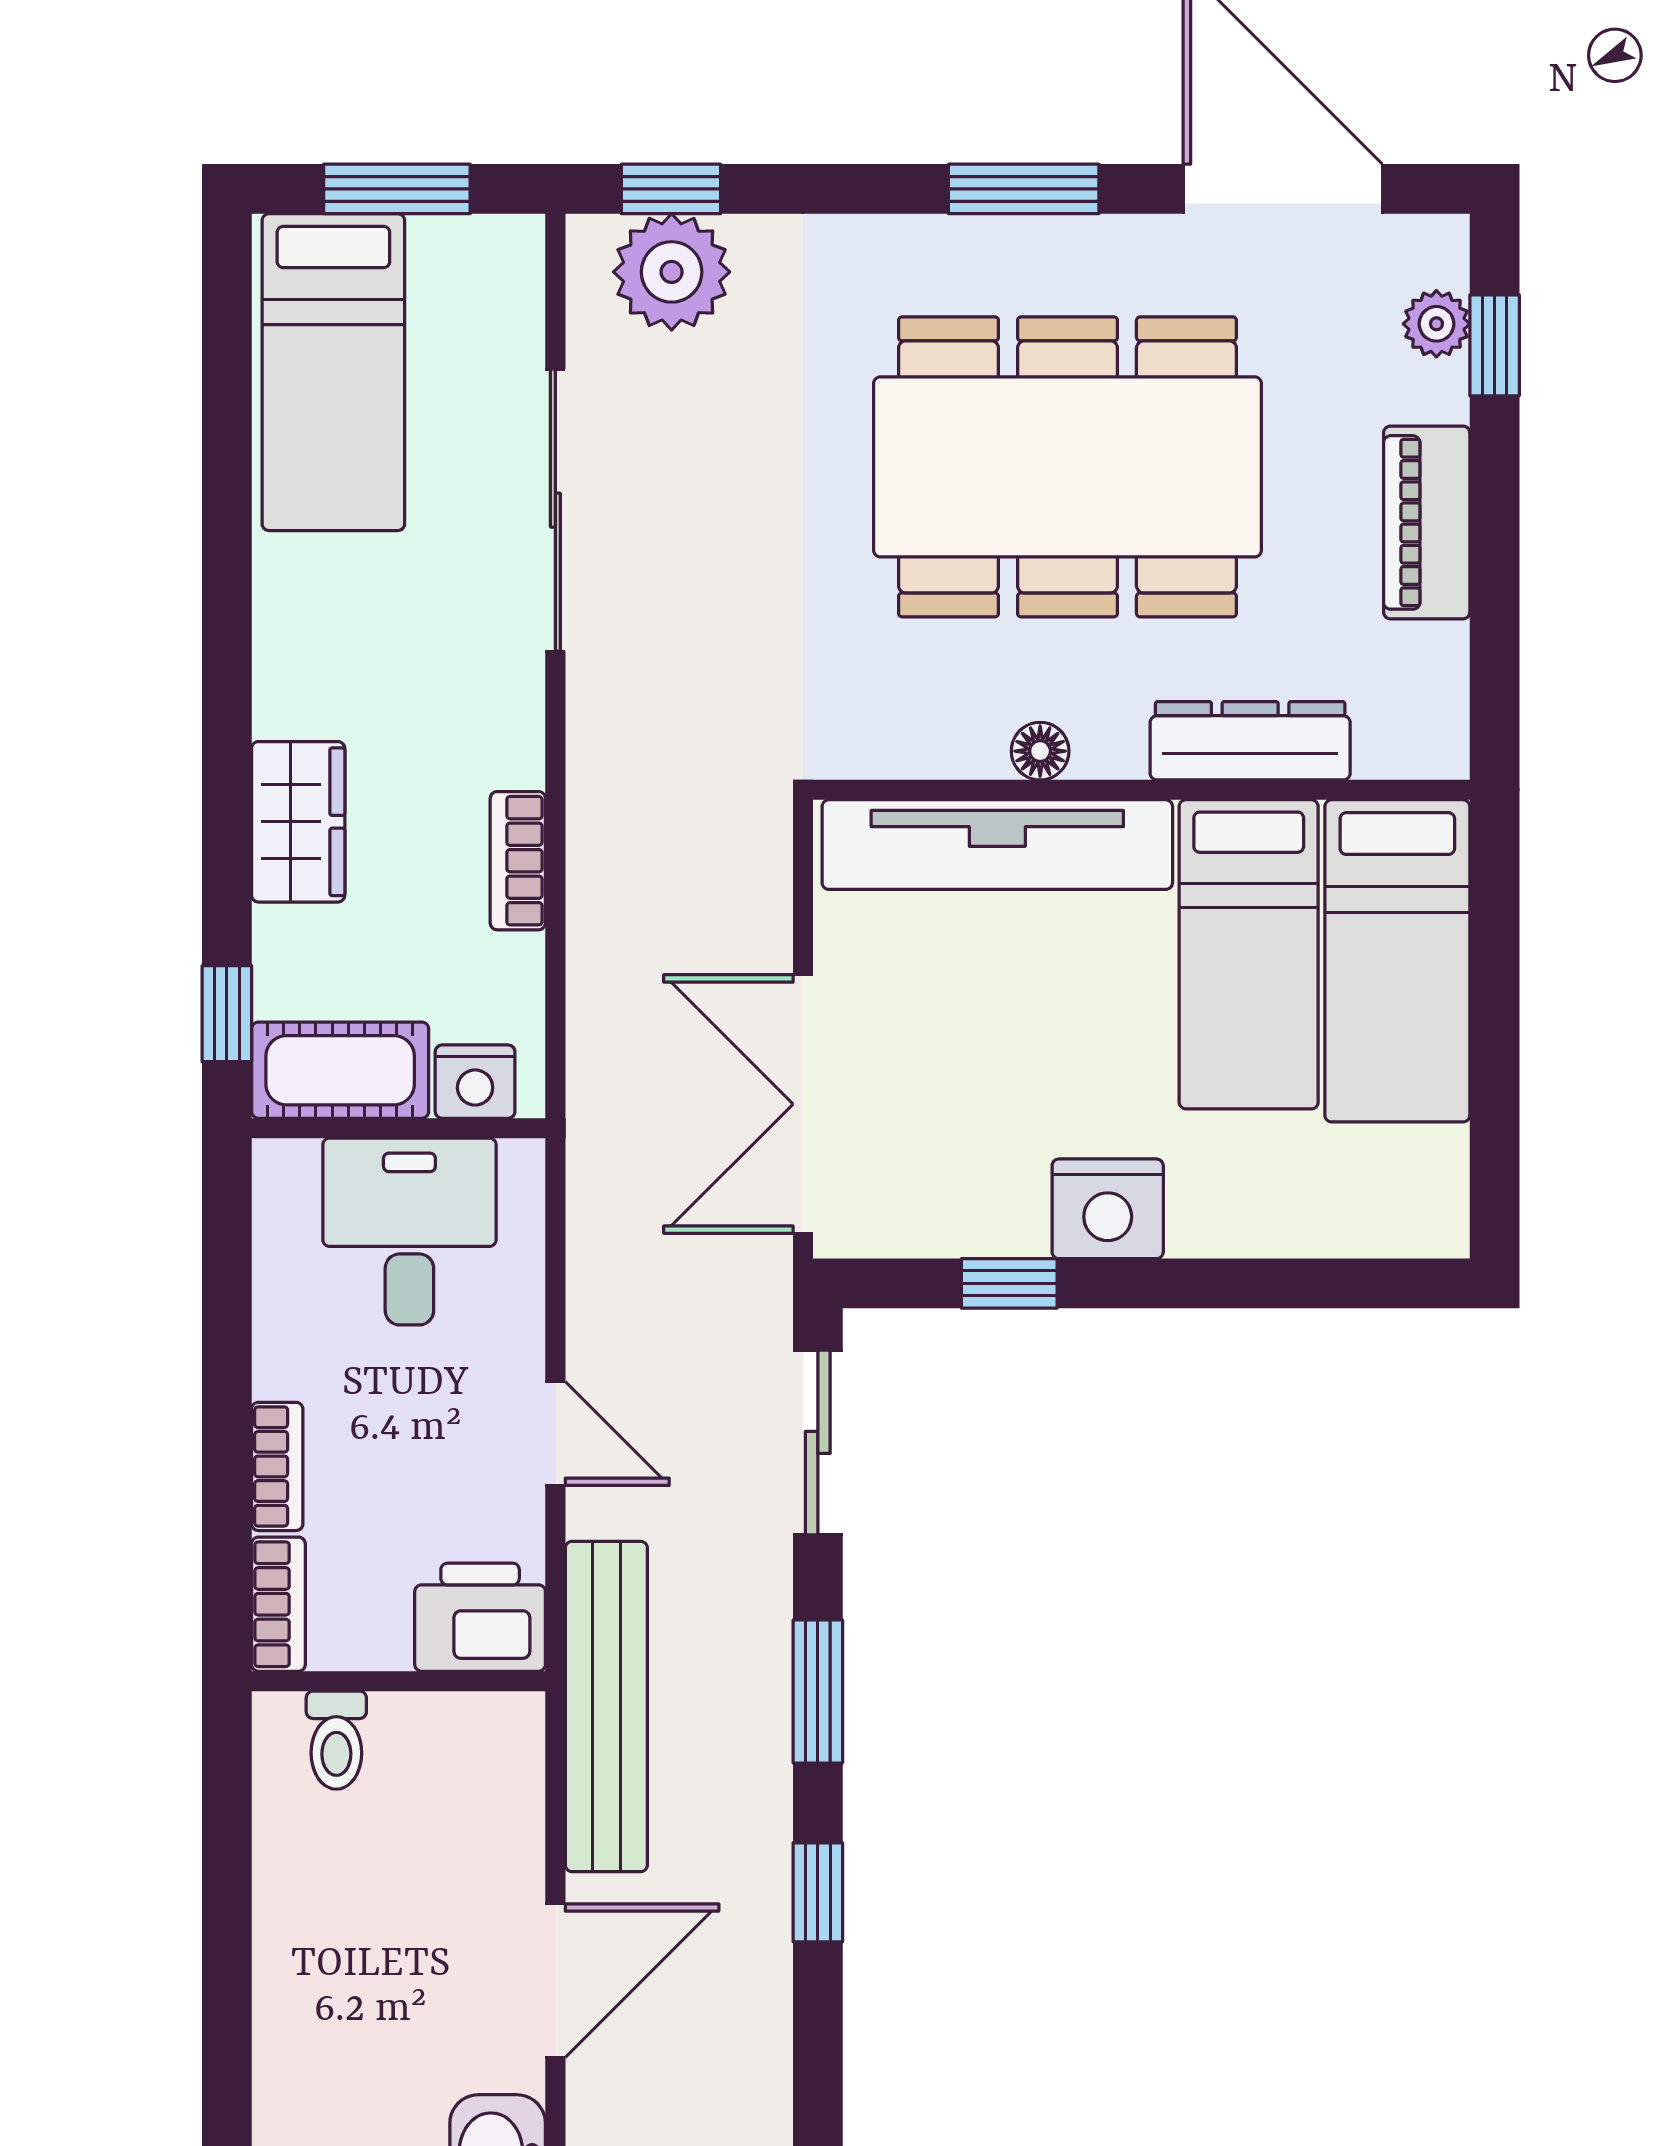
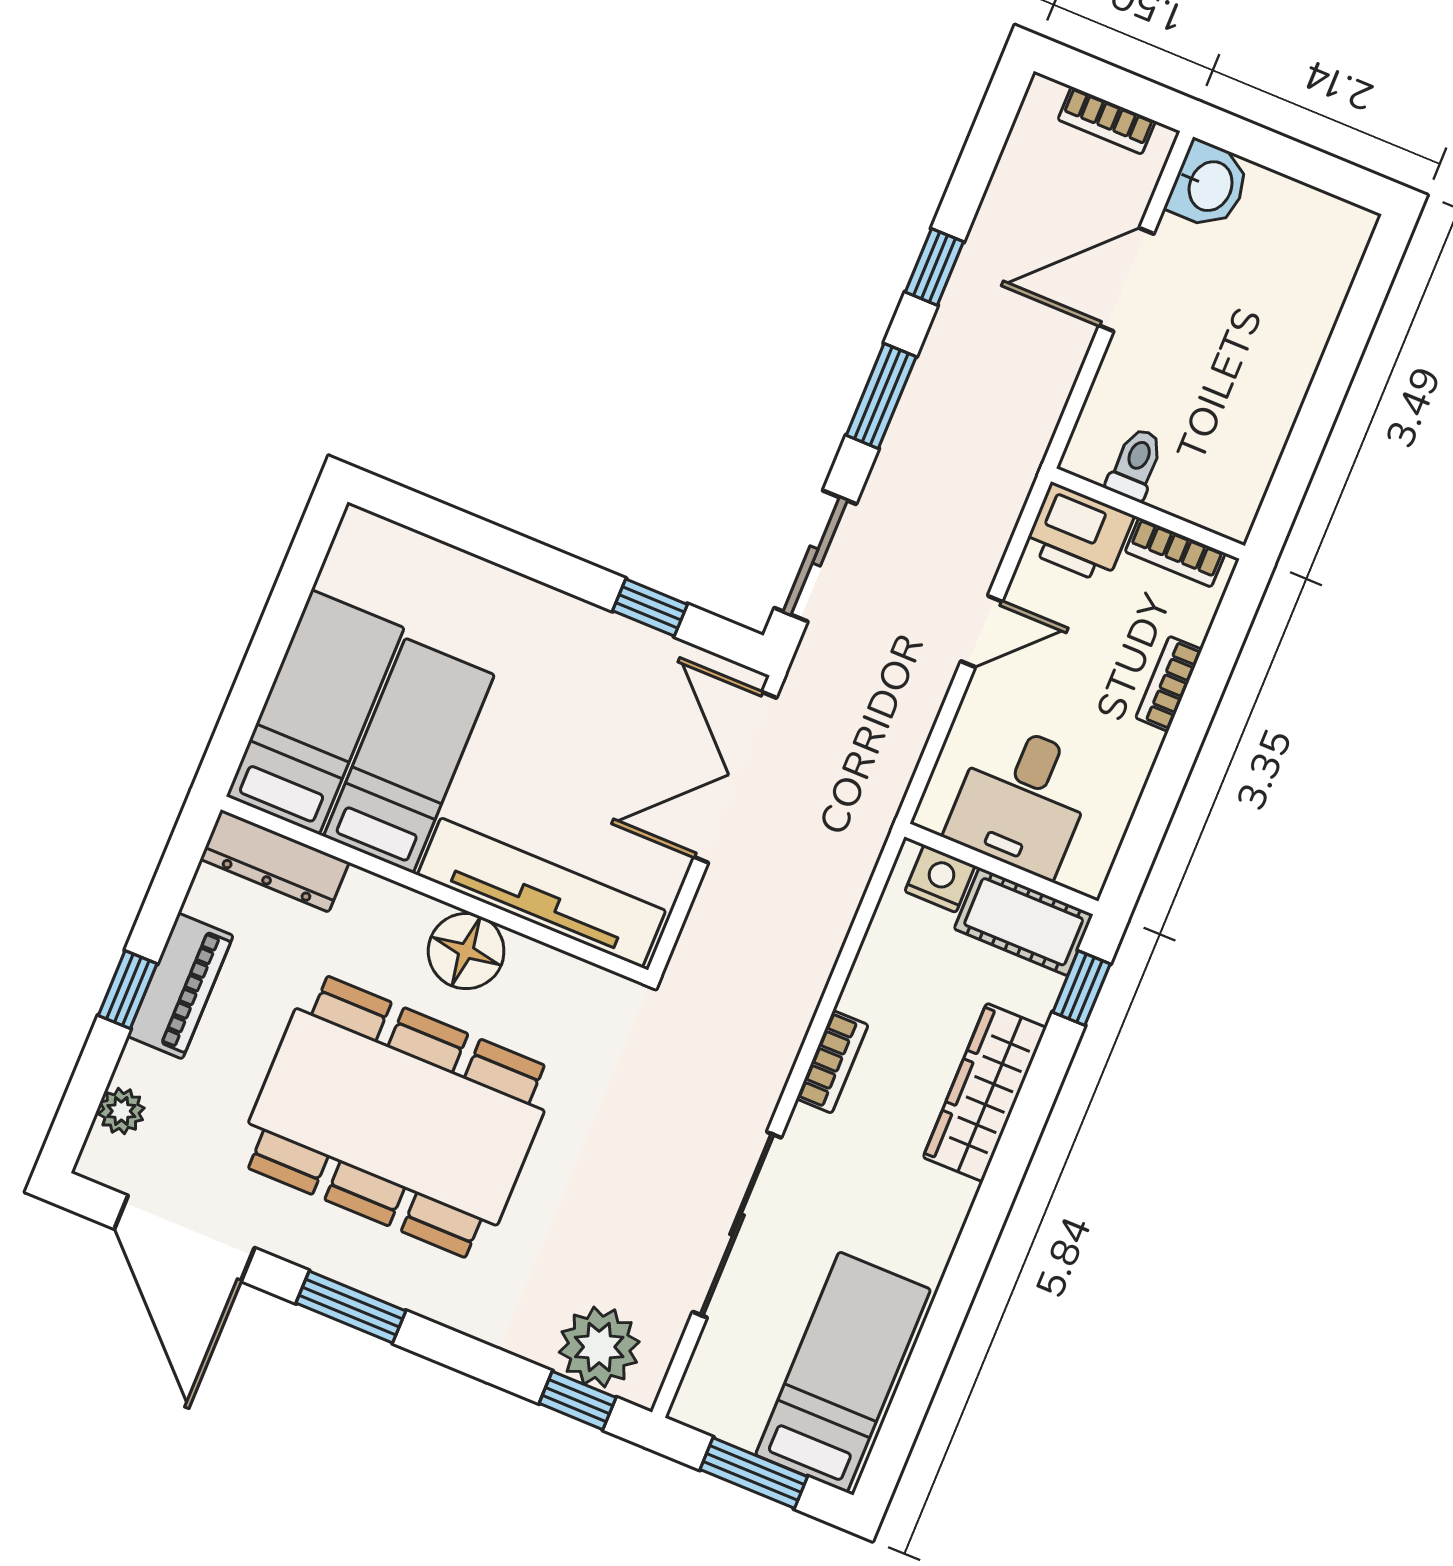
window: (1495, 345) -> (128, 990), moved
dresser: (1250, 741) -> (275, 861), moved
floor lamp: (1040, 751) -> (466, 951), width x1.89, depth x1.89
wardrobe: (298, 822) -> (985, 1093), width x1.50
bookcase: (518, 861) -> (832, 1062), moved
double door: (803, 1104) -> (735, 777), swing flipped
nightstand: (1108, 1209) -> (567, 629), removed
door: (555, 1433) -> (982, 631), swing flipped
bookcase: (278, 1604) -> (1175, 552), moved, turned -90
bench: (606, 1707) -> (1021, 442), removed
toilet: (336, 1740) -> (1135, 464), moved

